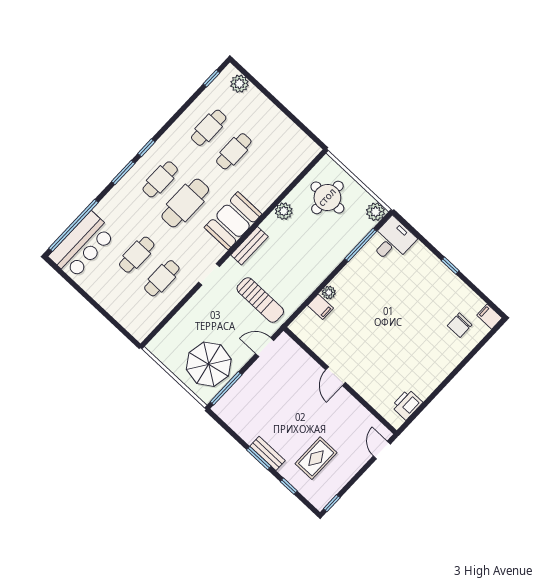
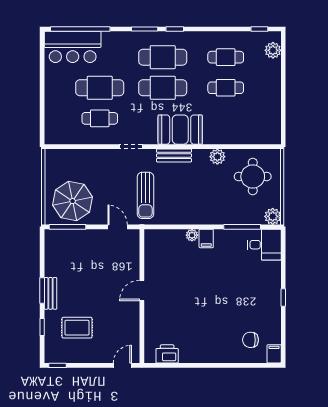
cafe table: (160, 179) -> (163, 57), width x1.37, depth x1.35
cafe table: (137, 255) -> (100, 88), width x1.37, depth x1.35
filing cabinet: (320, 307) -> (206, 238), moved

